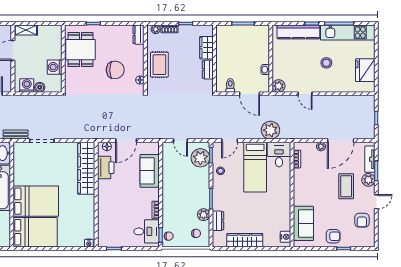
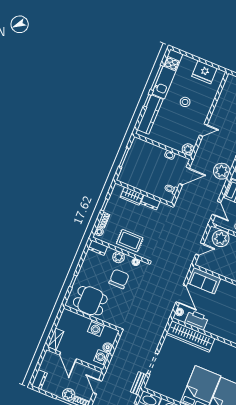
plant: (138, 60) -> (119, 257), added
sofa: (150, 171) -> (204, 281), moved

